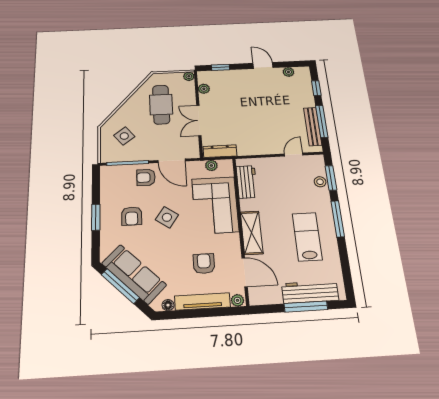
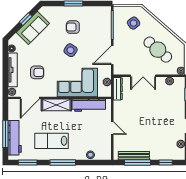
cafe table: (161, 105) -> (158, 50), turned 41
double door: (199, 120) -> (143, 76), swing flipped
door: (294, 155) -> (112, 128), moved
armchair: (146, 177) -> (101, 37), removed
window: (331, 178) -> (28, 163), moved
workbench: (247, 182) -> (89, 105), width x1.38
lab bench: (307, 237) -> (51, 141), turned 180
sofa: (134, 274) -> (33, 28), width x0.73
window: (120, 286) -> (26, 19), width x0.46

